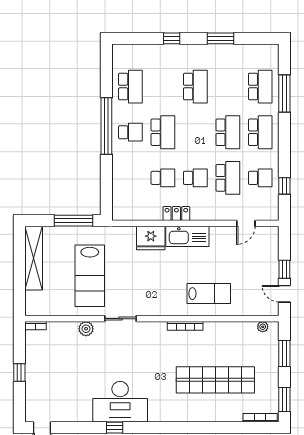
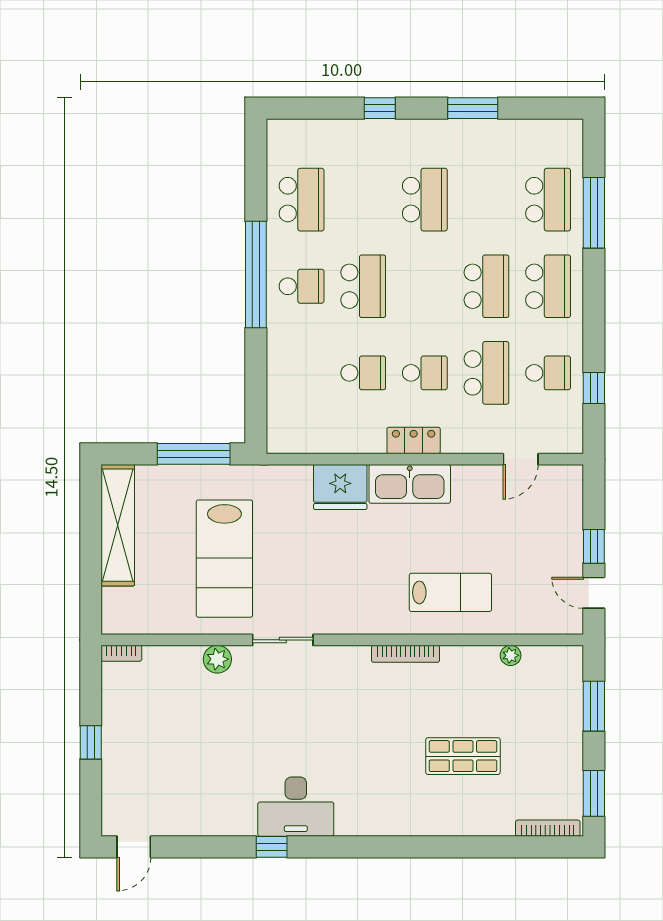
locker: (176, 213) -> (414, 440), moved
plant: (263, 327) -> (511, 655), moved
shop shelf: (215, 380) -> (463, 756), width x0.50, depth x0.74
desk: (120, 402) -> (296, 807), width x0.73, depth x0.77

